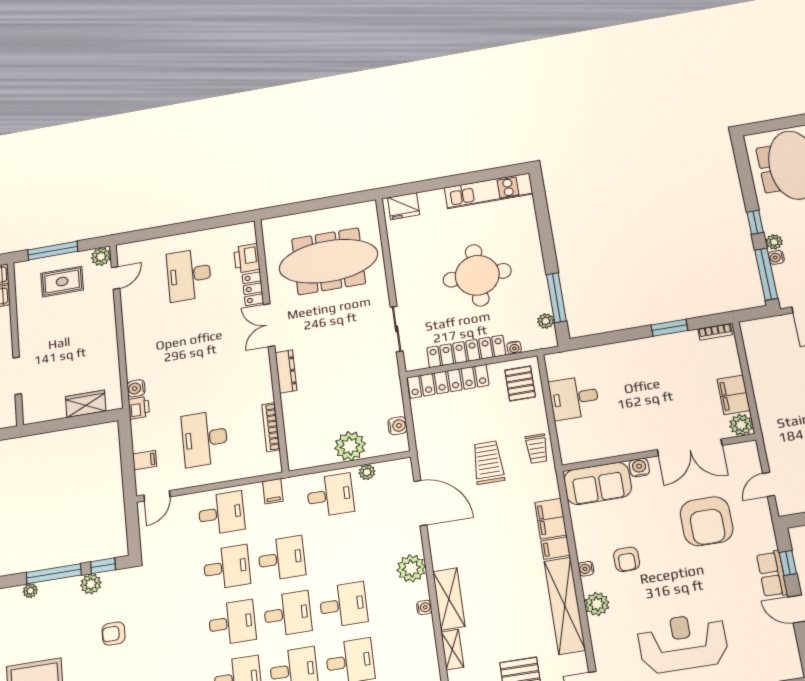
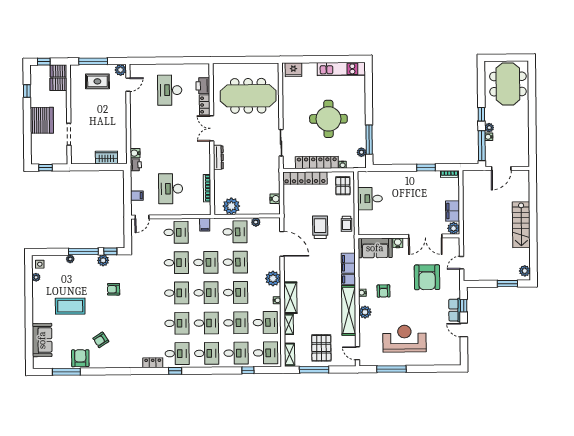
plant: (350, 446) -> (231, 206), moved
desk: (337, 550) -> (235, 262), added
desk: (407, 652) -> (265, 323), added

